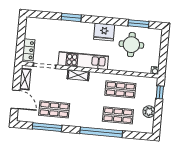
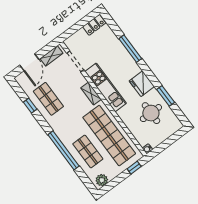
window: (71, 17) -> (130, 49), width x1.44
window: (139, 24) -> (166, 96), moved
locker: (29, 50) -> (94, 25), moved
shop shelf: (120, 89) -> (109, 136), width x2.00, depth x1.36
plant: (149, 112) -> (102, 180), moved
window: (47, 127) -> (30, 106), width x0.46

